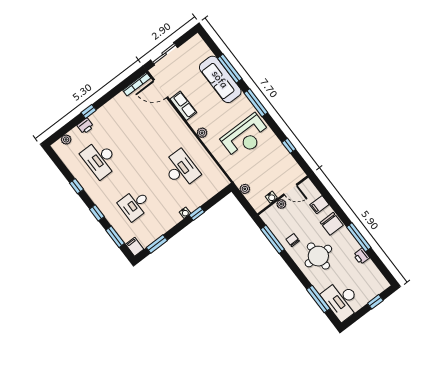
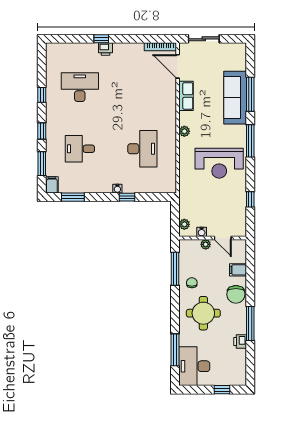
printer: (85, 126) -> (105, 49), moved
plant: (66, 140) -> (64, 48), removed
desk: (100, 159) -> (80, 87), turned 90
plant: (245, 189) -> (184, 224), moved

